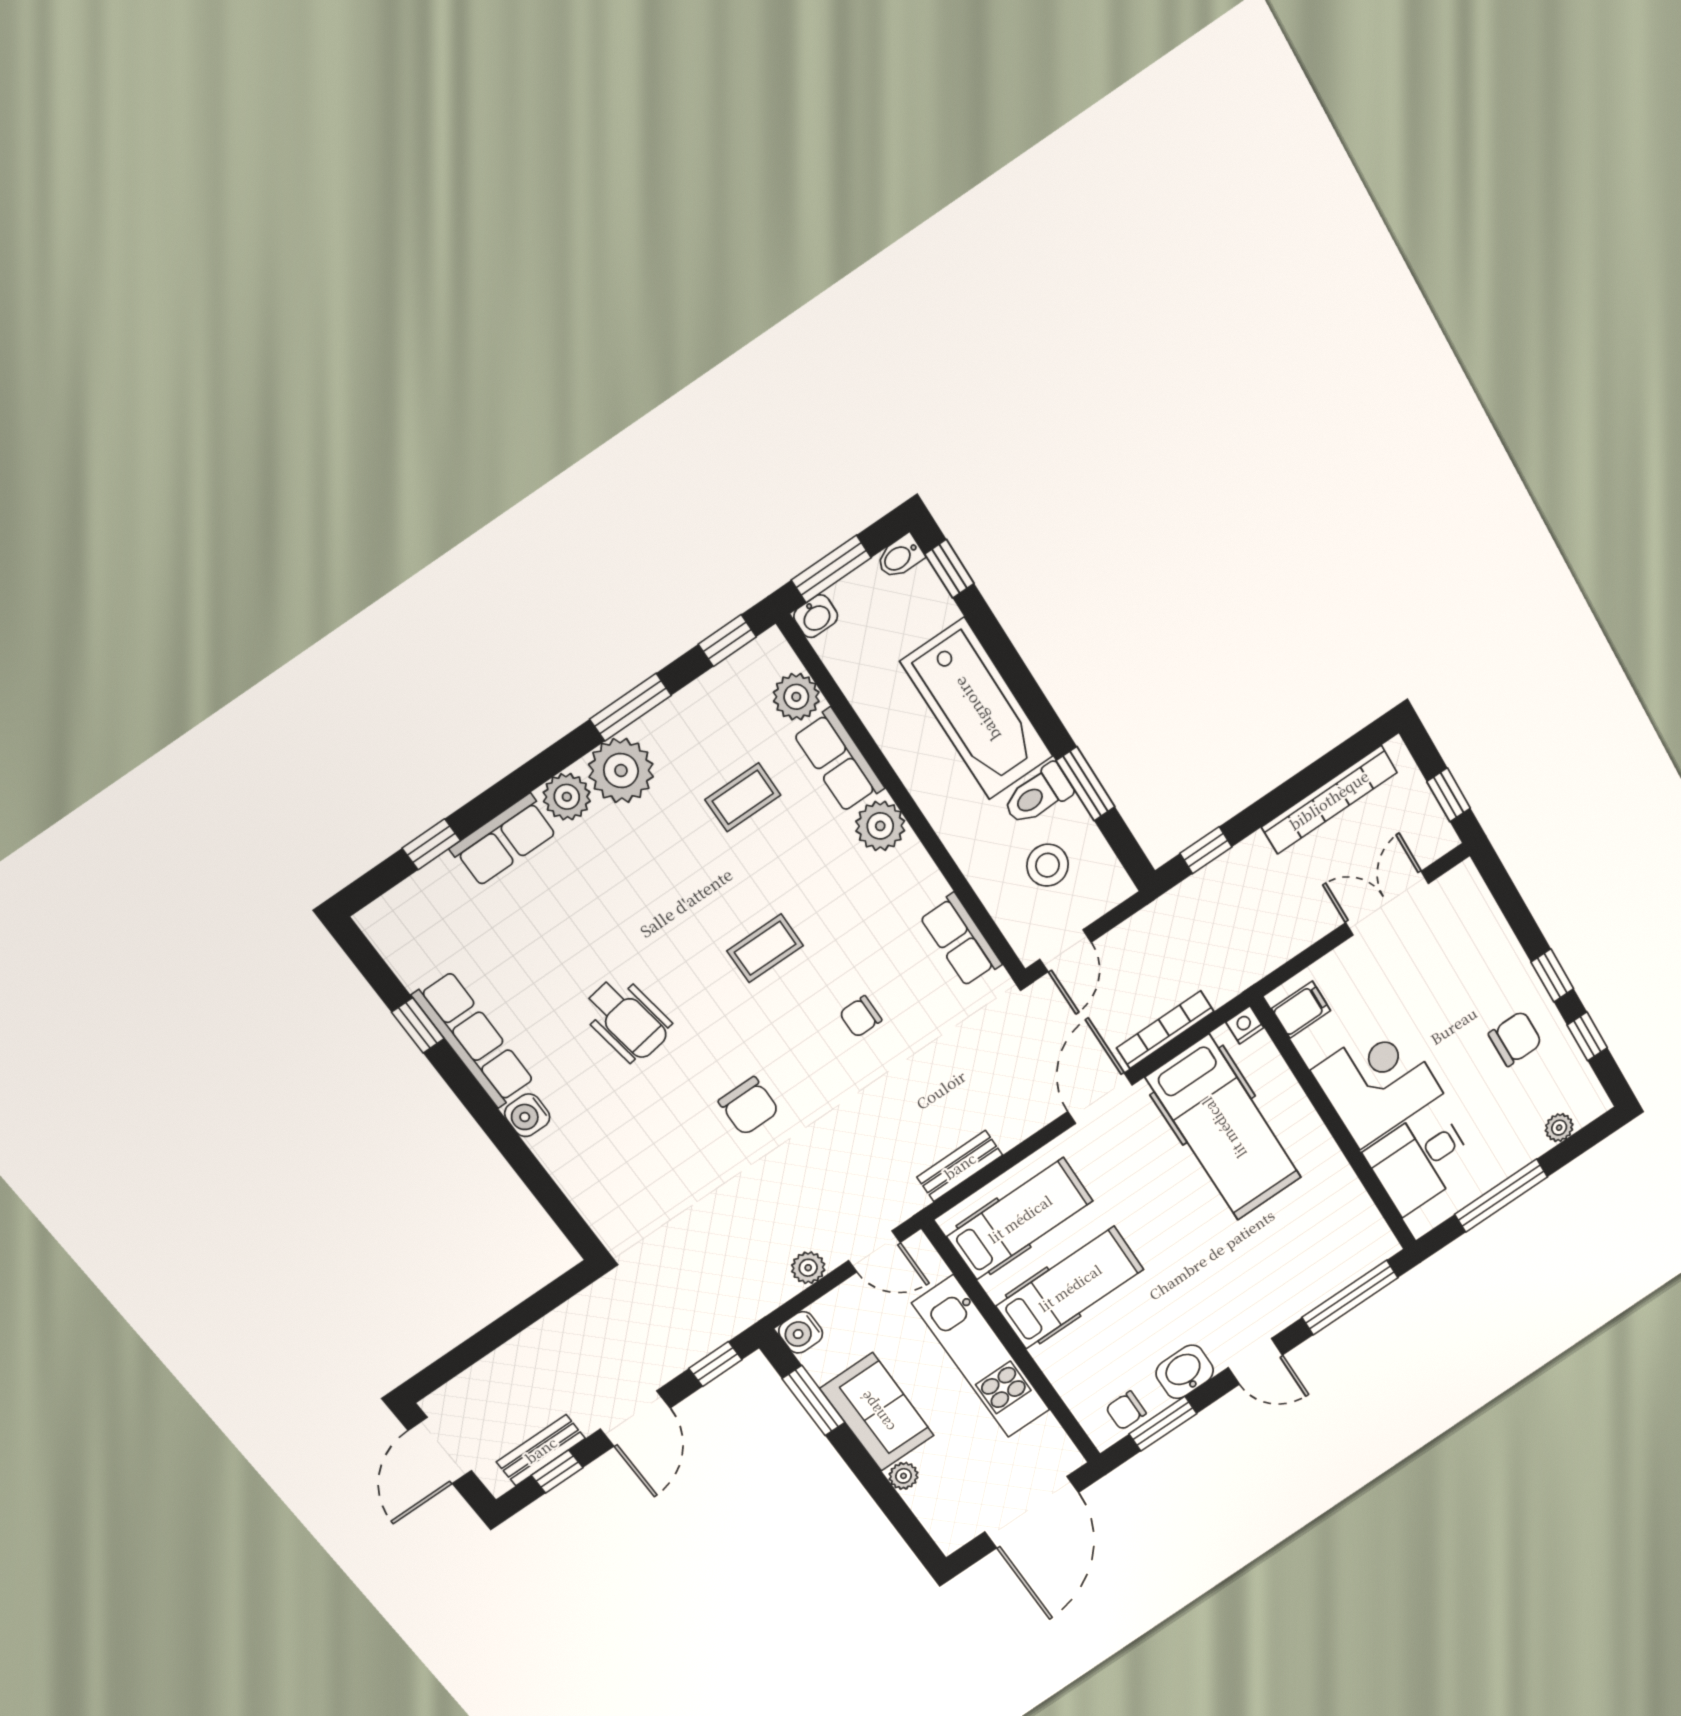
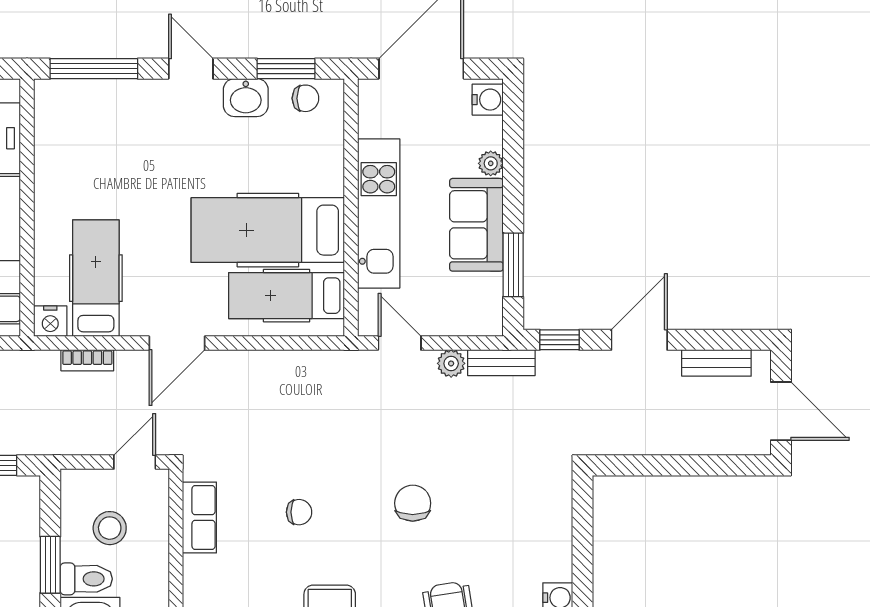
nightstand: (1245, 1025) -> (50, 321), width x1.39, depth x1.35
bookcase: (1165, 1030) -> (87, 360), width x0.64
hospital bed: (1224, 1128) -> (96, 278), width x0.73, depth x0.78
bench: (960, 1166) -> (501, 363), moved
hospital bed: (1070, 1288) -> (268, 230), width x1.37, depth x1.29
water cooler: (801, 1332) -> (488, 100), moved
door: (440, 1451) -> (781, 411), hinge flipped
window: (557, 1472) -> (717, 340), removed

